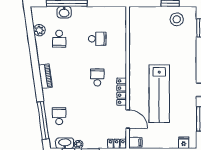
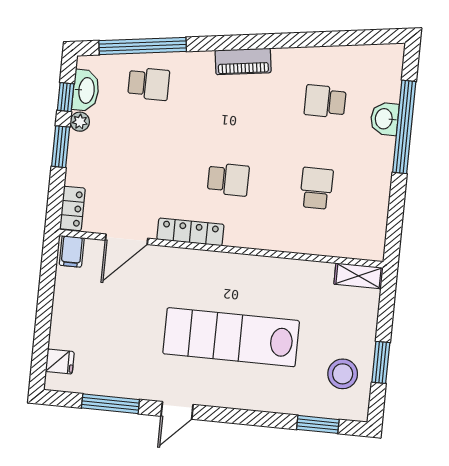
shelving: (134, 17) -> (359, 276), added
plant: (39, 30) -> (349, 58), removed
school desk: (97, 39) -> (316, 188), turned 180
lab bench: (159, 94) -> (231, 337), moved

